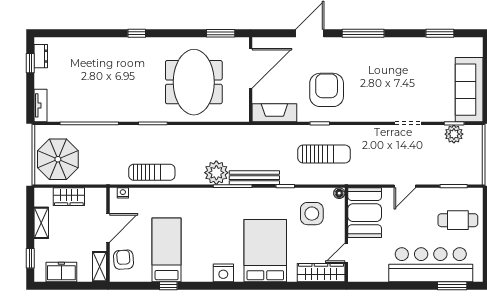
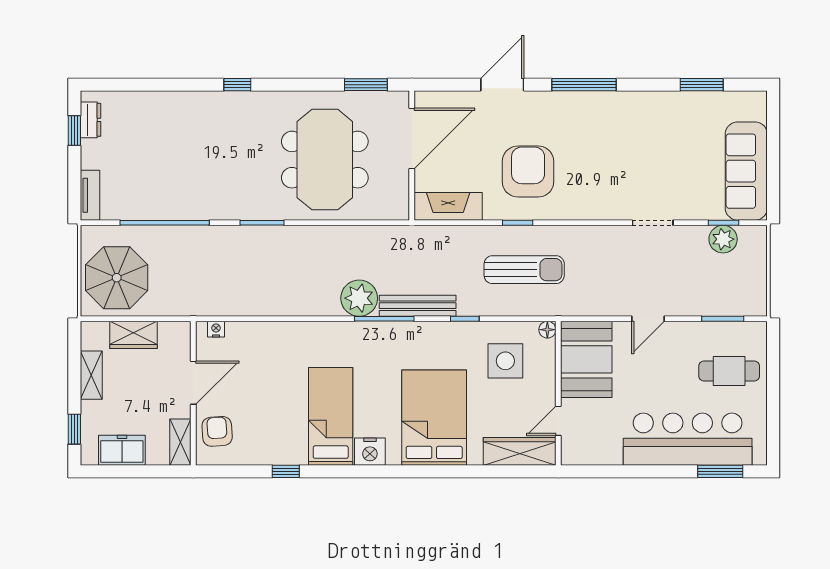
sun lounger: (152, 172) -> (260, 298), removed
bed: (167, 250) -> (331, 416), moved

